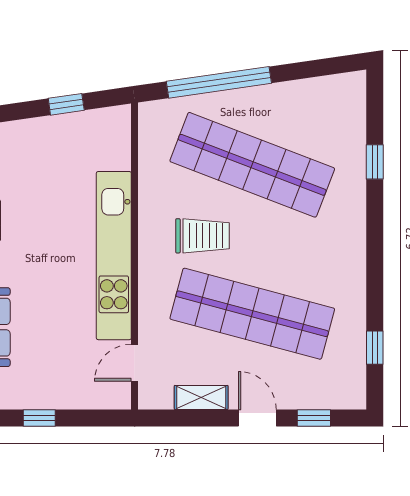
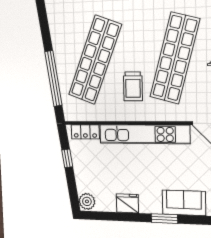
locker: (118, 142) -> (85, 132), added
trolley: (202, 236) -> (133, 86), turned 180

